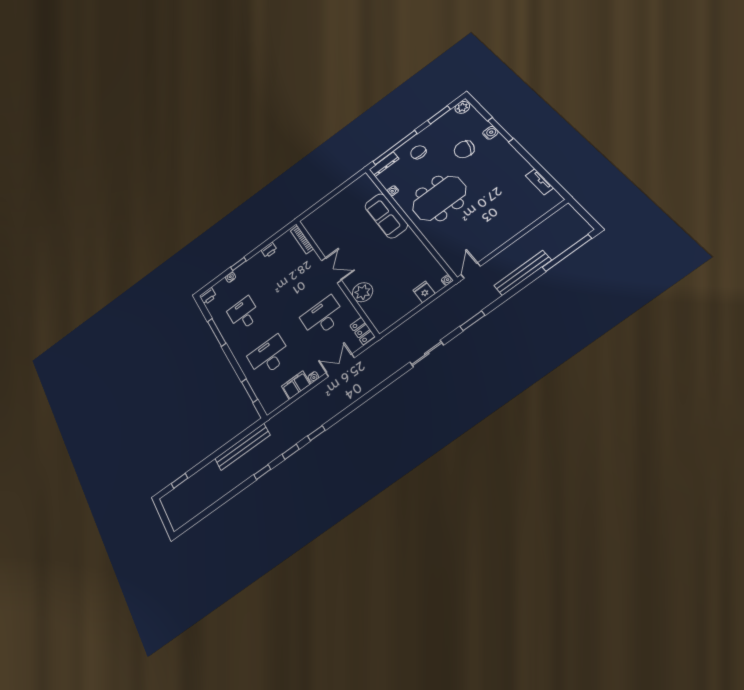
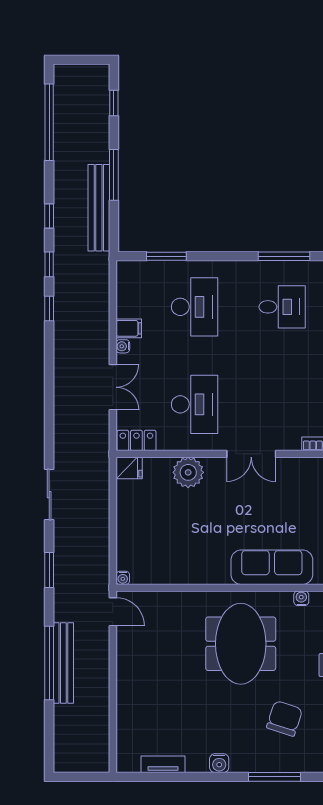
water cooler: (490, 133) -> (219, 763), moved
window: (567, 253) -> (49, 663), moved
fridge: (424, 292) -> (129, 468), moved
filing cabinet: (296, 385) -> (129, 328), width x0.50
window: (220, 452) -> (114, 175), added
window: (208, 511) -> (49, 122), added

